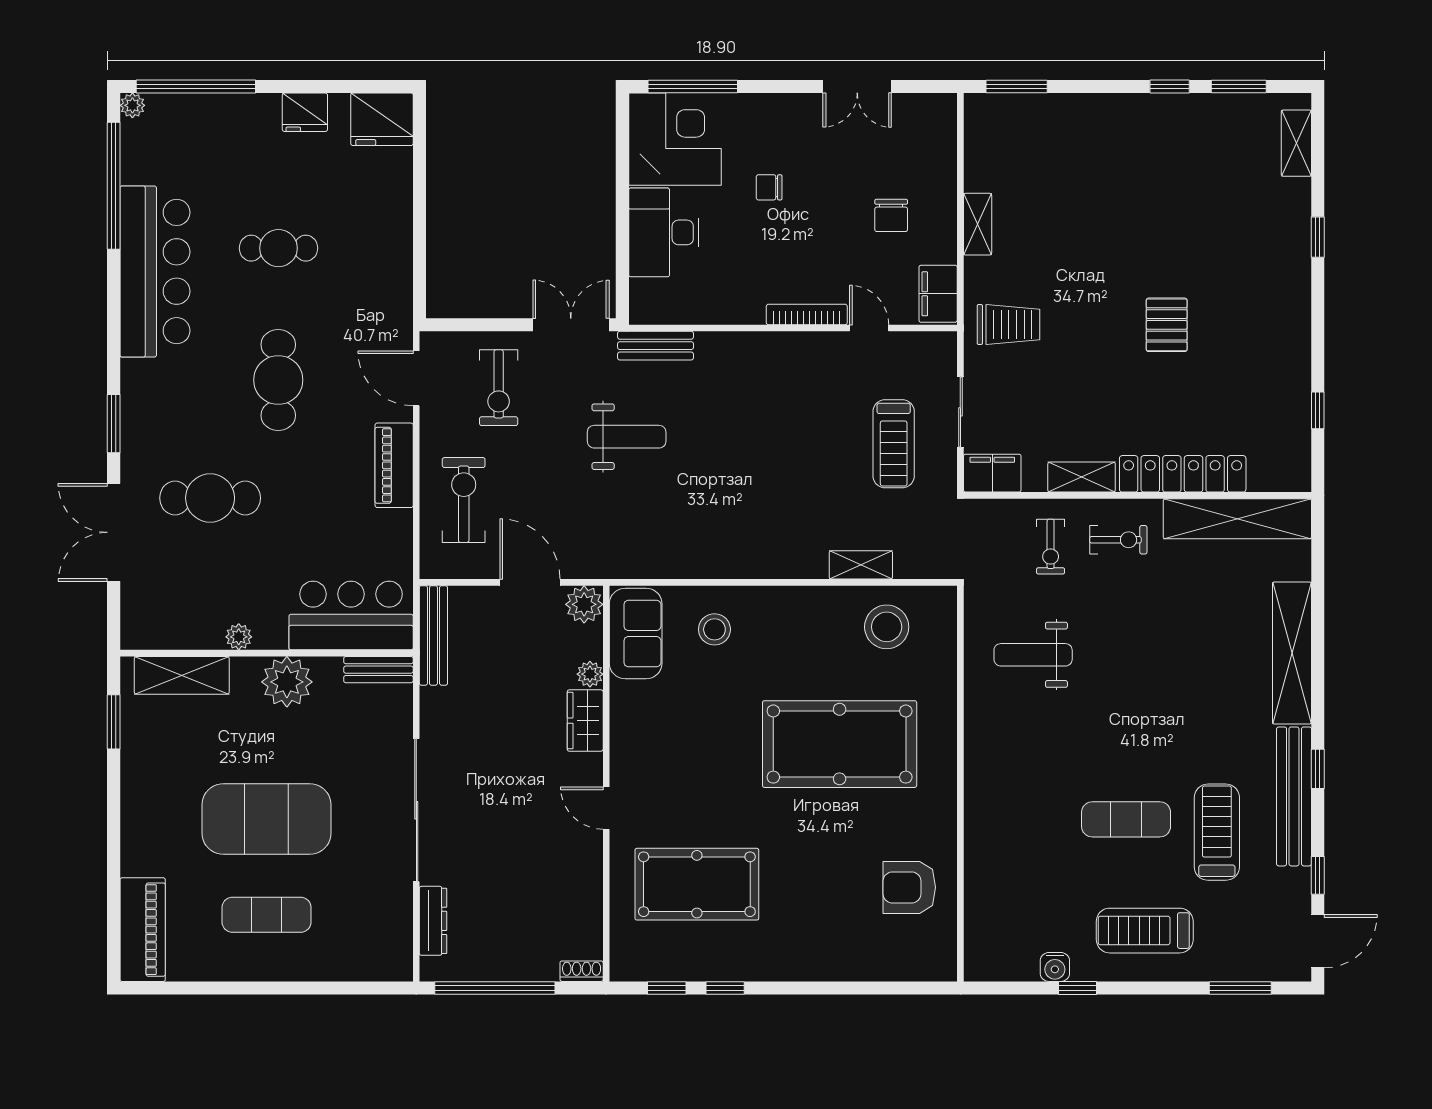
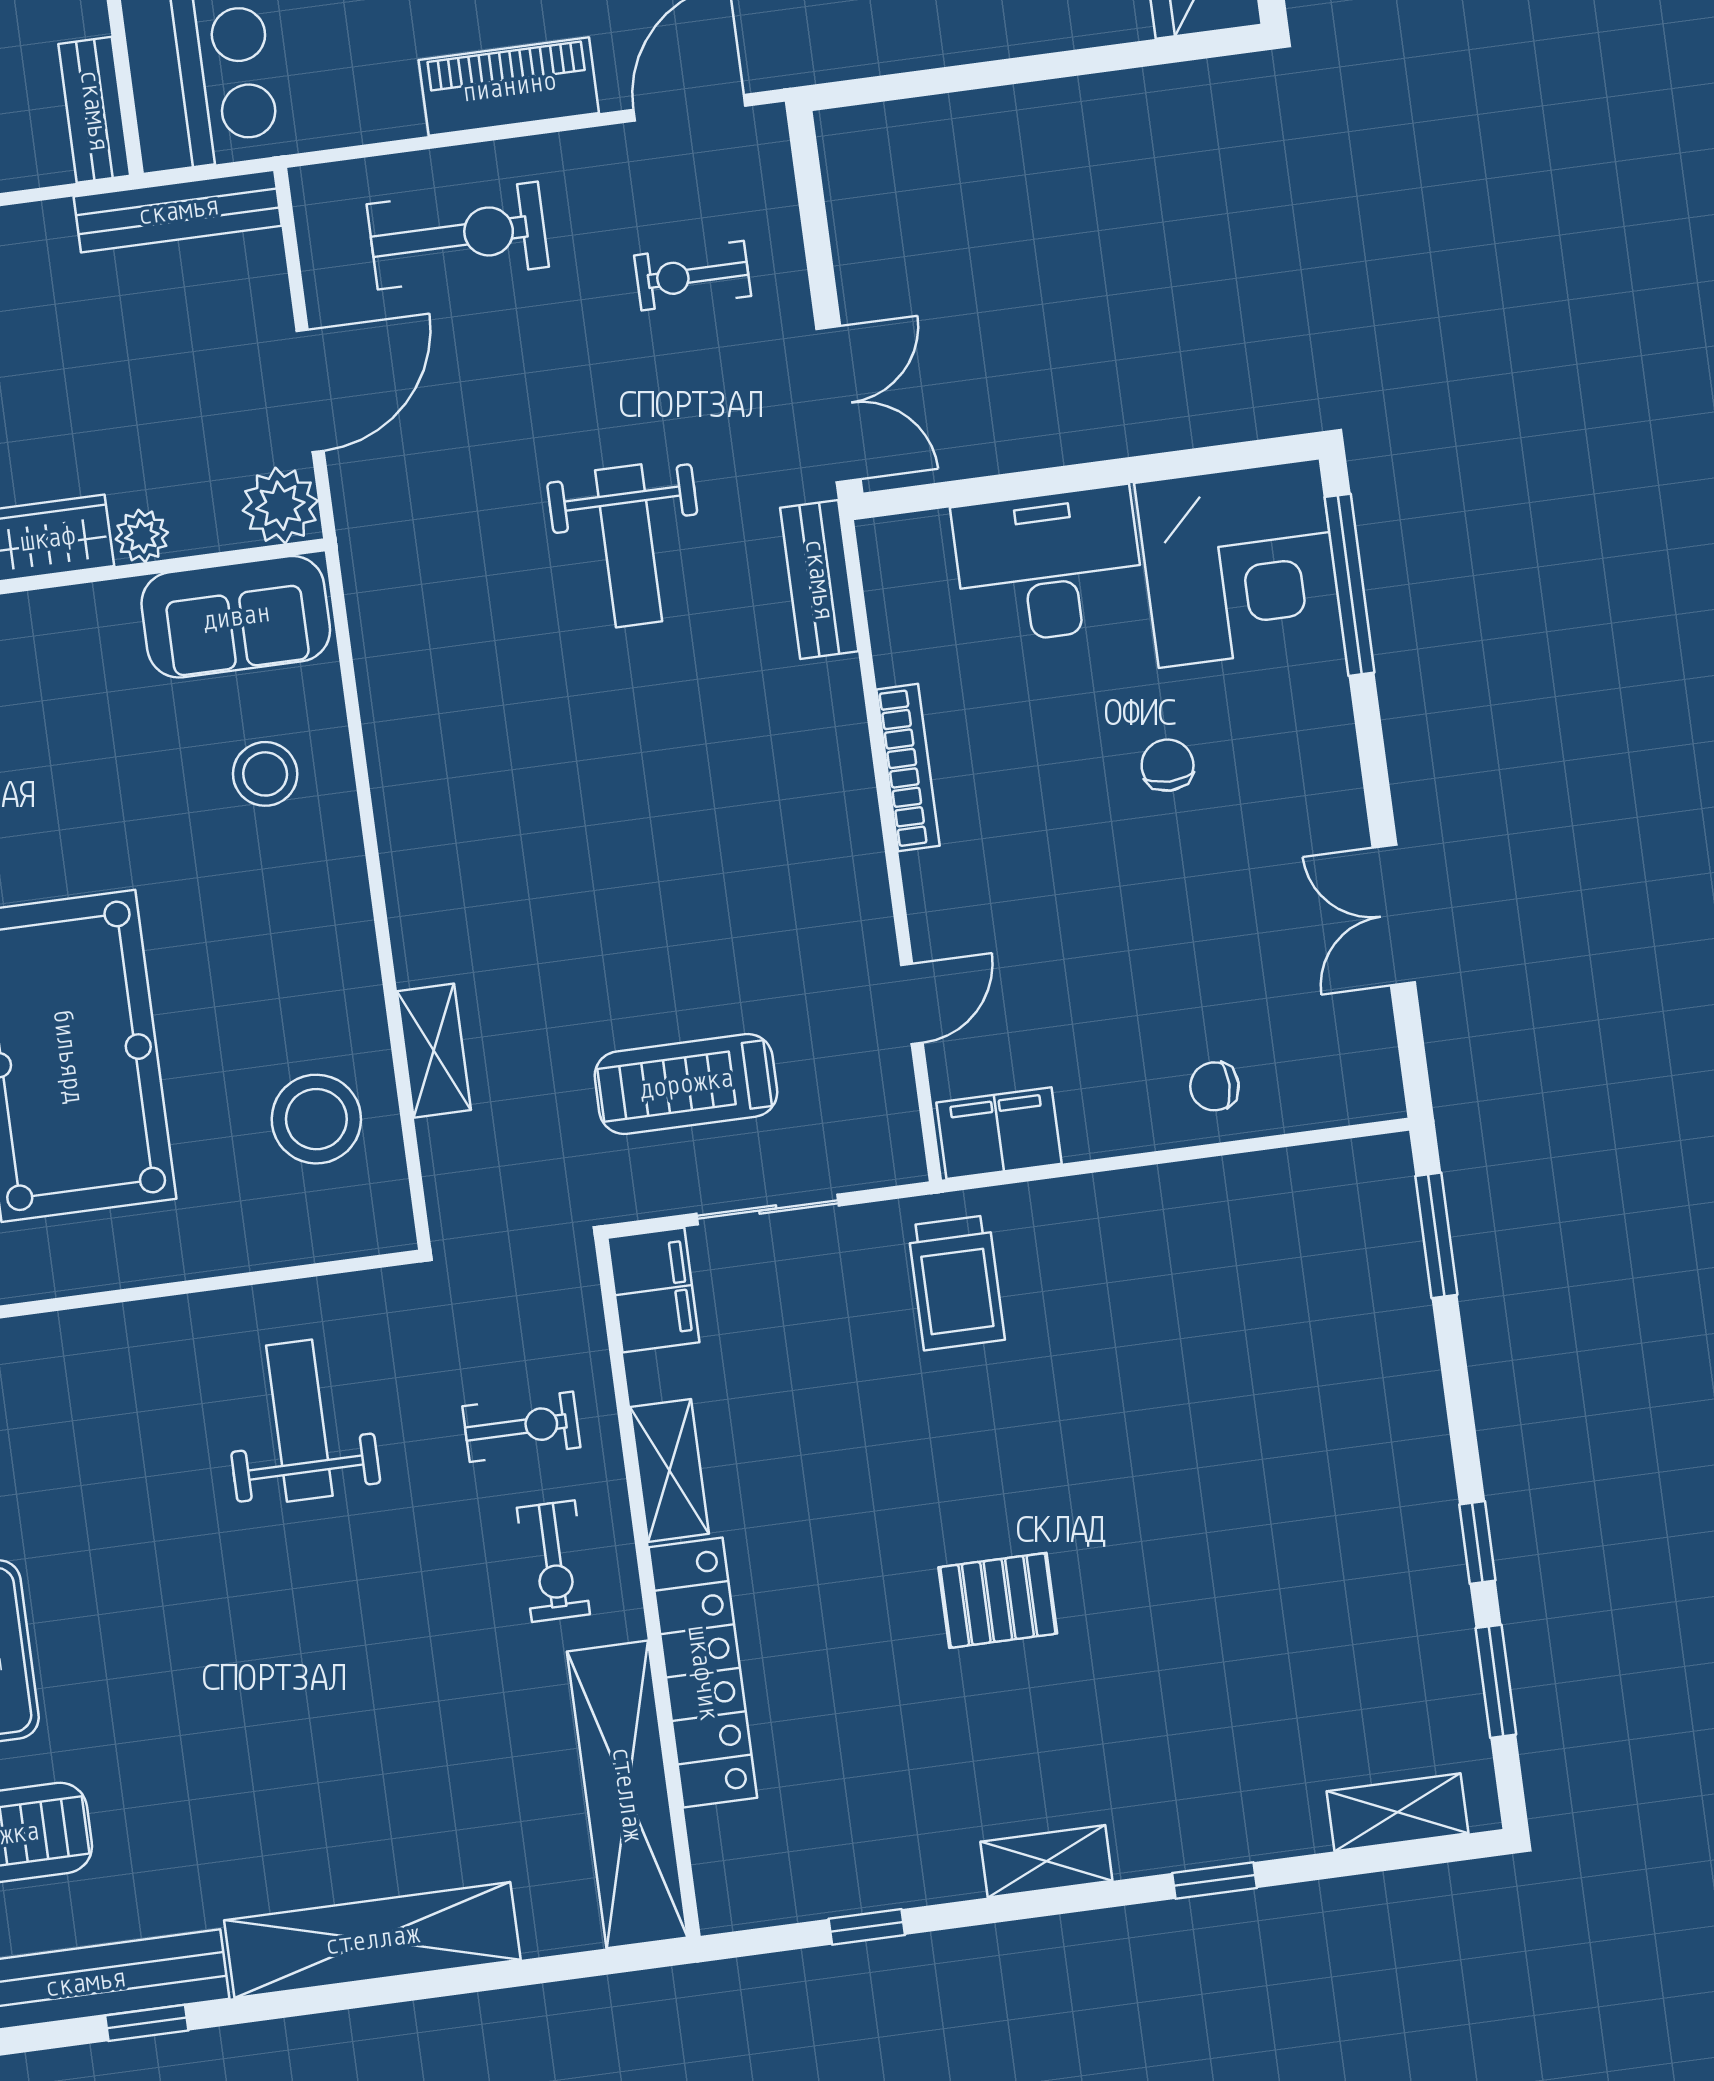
chair: (891, 215) -> (1214, 1086), moved, width x0.73, depth x0.73
shelving: (978, 224) -> (1046, 1861), moved
bookcase: (807, 314) -> (908, 768), moved
exercise bike: (499, 388) -> (693, 276), width x0.73, depth x0.72
exercise bike: (1051, 547) -> (521, 1427), turned 180

